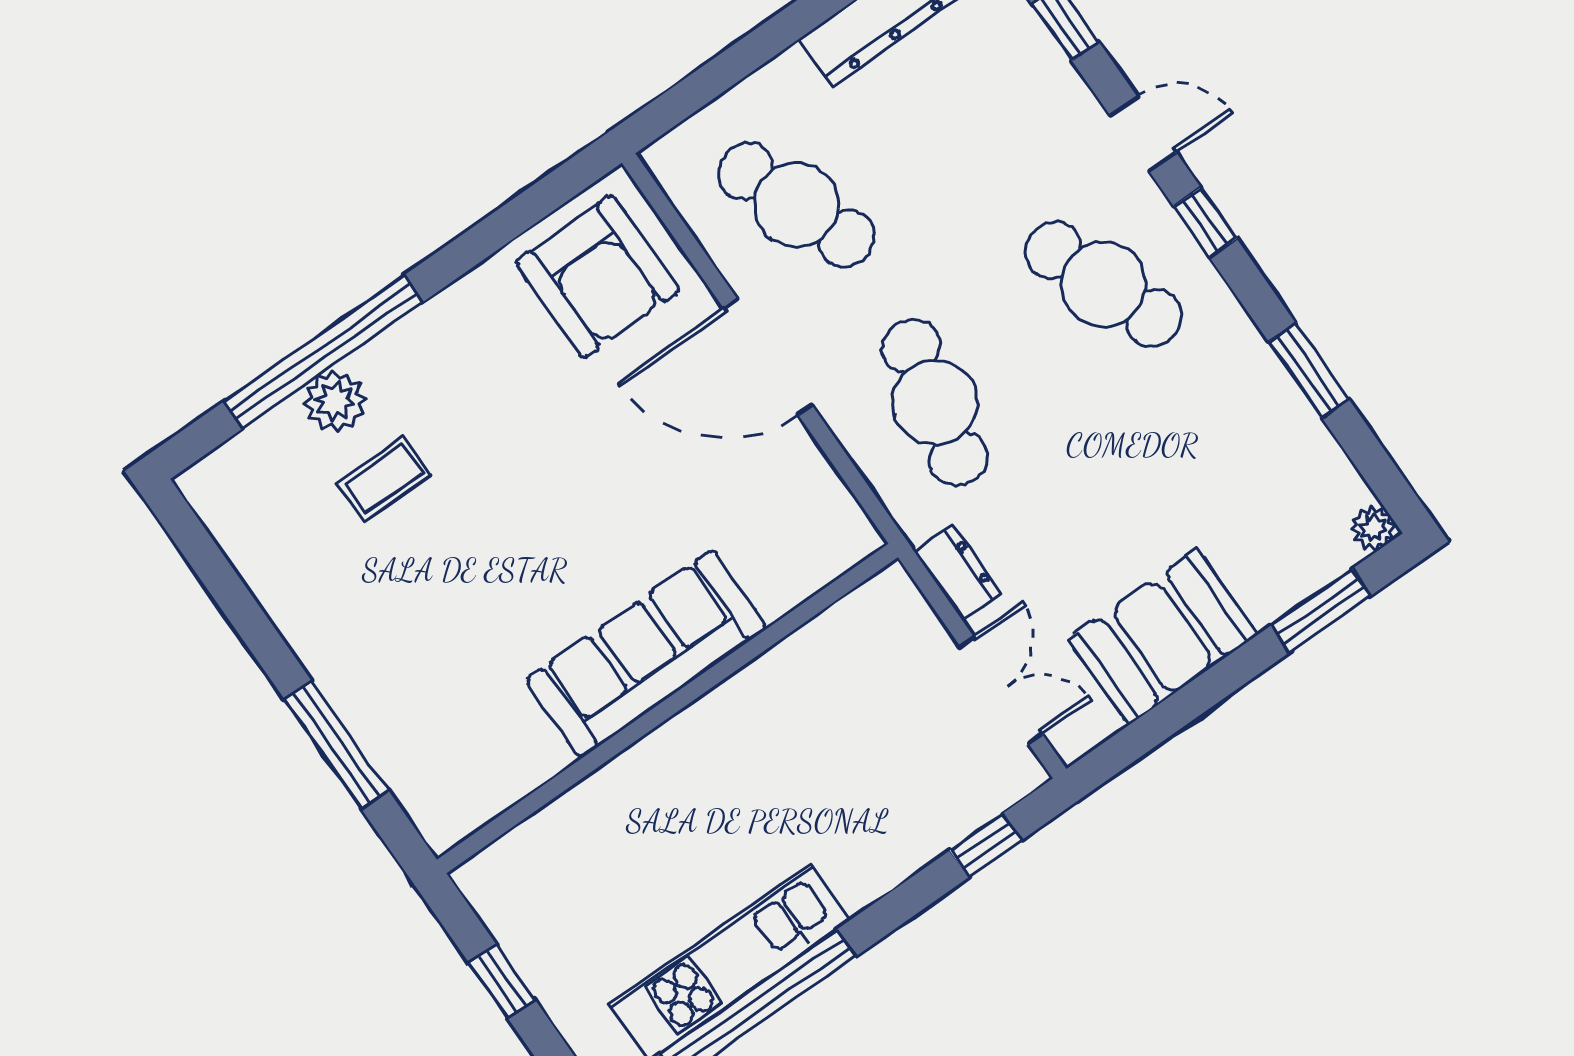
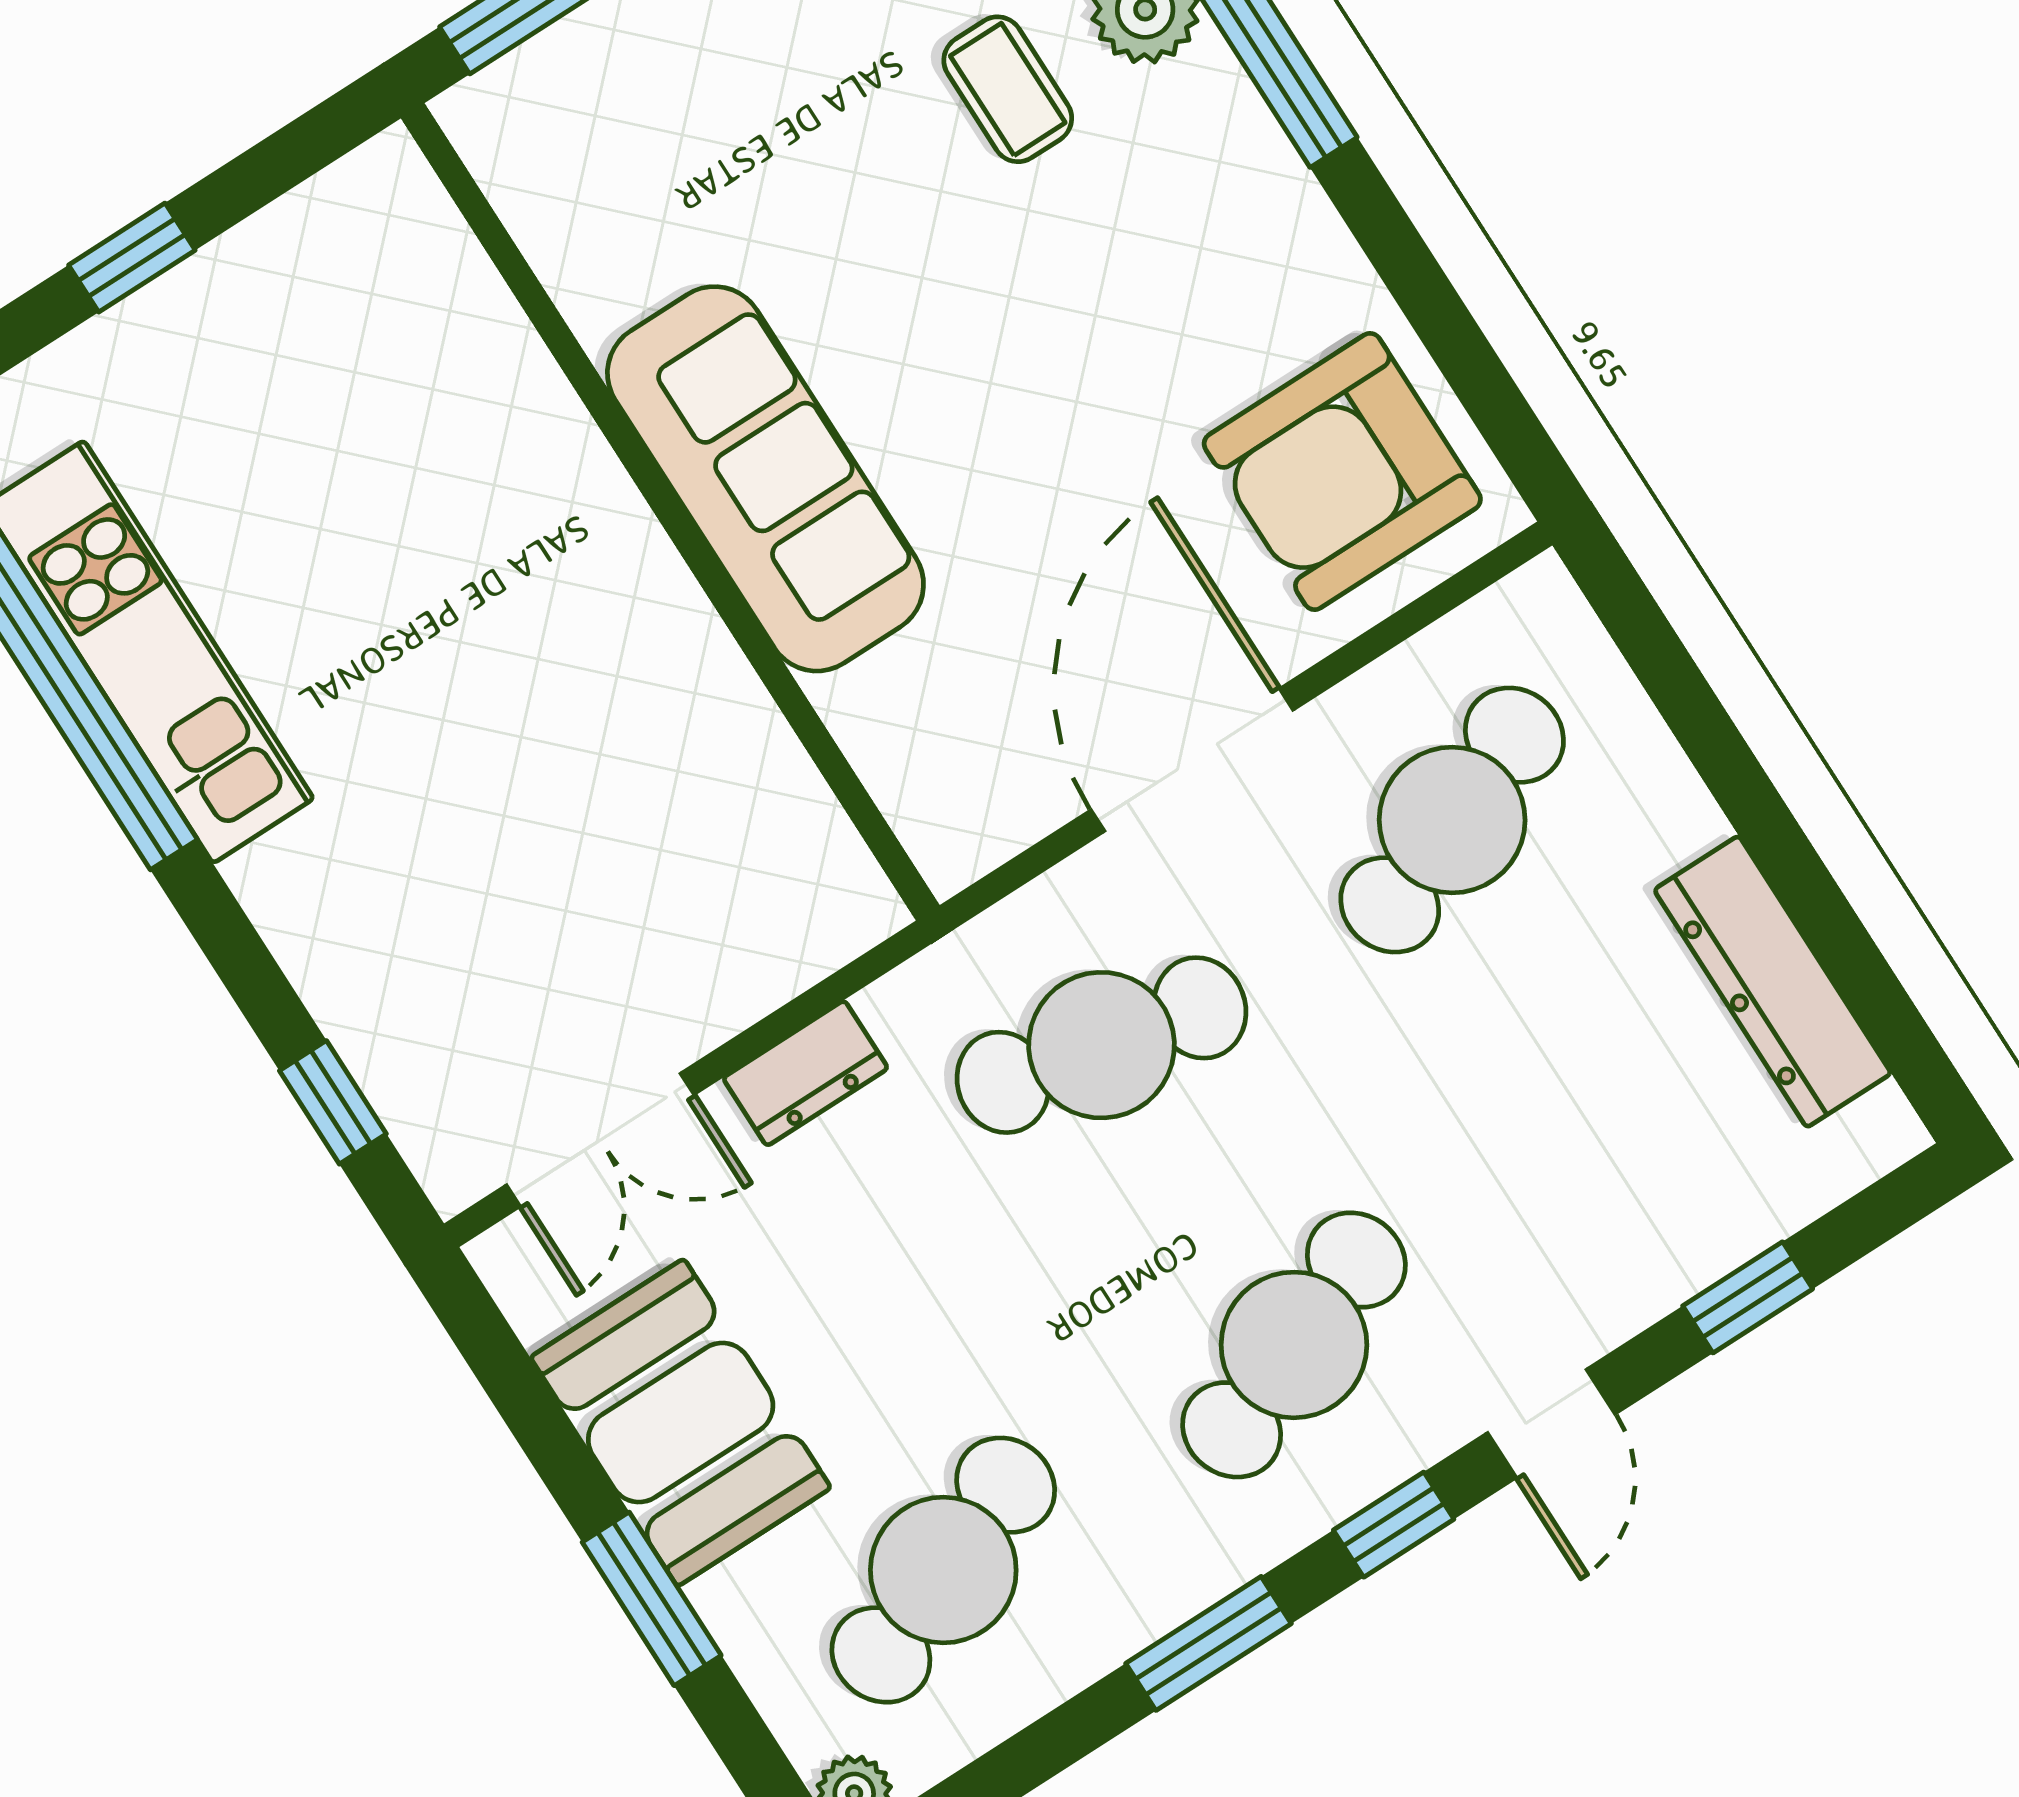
window: (1309, 371) -> (1209, 1643), moved
cafe table: (1242, 482) -> (943, 1570), added
window: (1321, 611) -> (652, 1599), moved
sofa: (646, 654) -> (765, 479), moved
wall: (667, 708) -> (670, 512), moved

